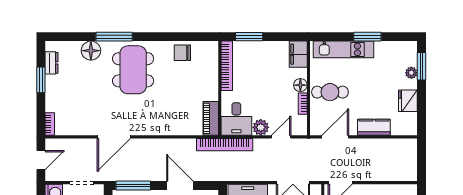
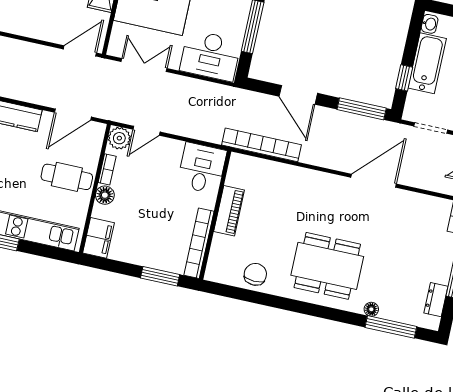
window: (114, 37) -> (391, 327), moved
floor lamp: (91, 51) -> (371, 309), width x0.53, depth x0.53
chair: (182, 53) -> (255, 274), turned -88
dining table: (133, 70) -> (327, 266), turned 90
piano: (211, 118) -> (229, 211), moved
plant: (261, 127) -> (119, 138), moved
bookcase: (225, 145) -> (262, 145), moved

